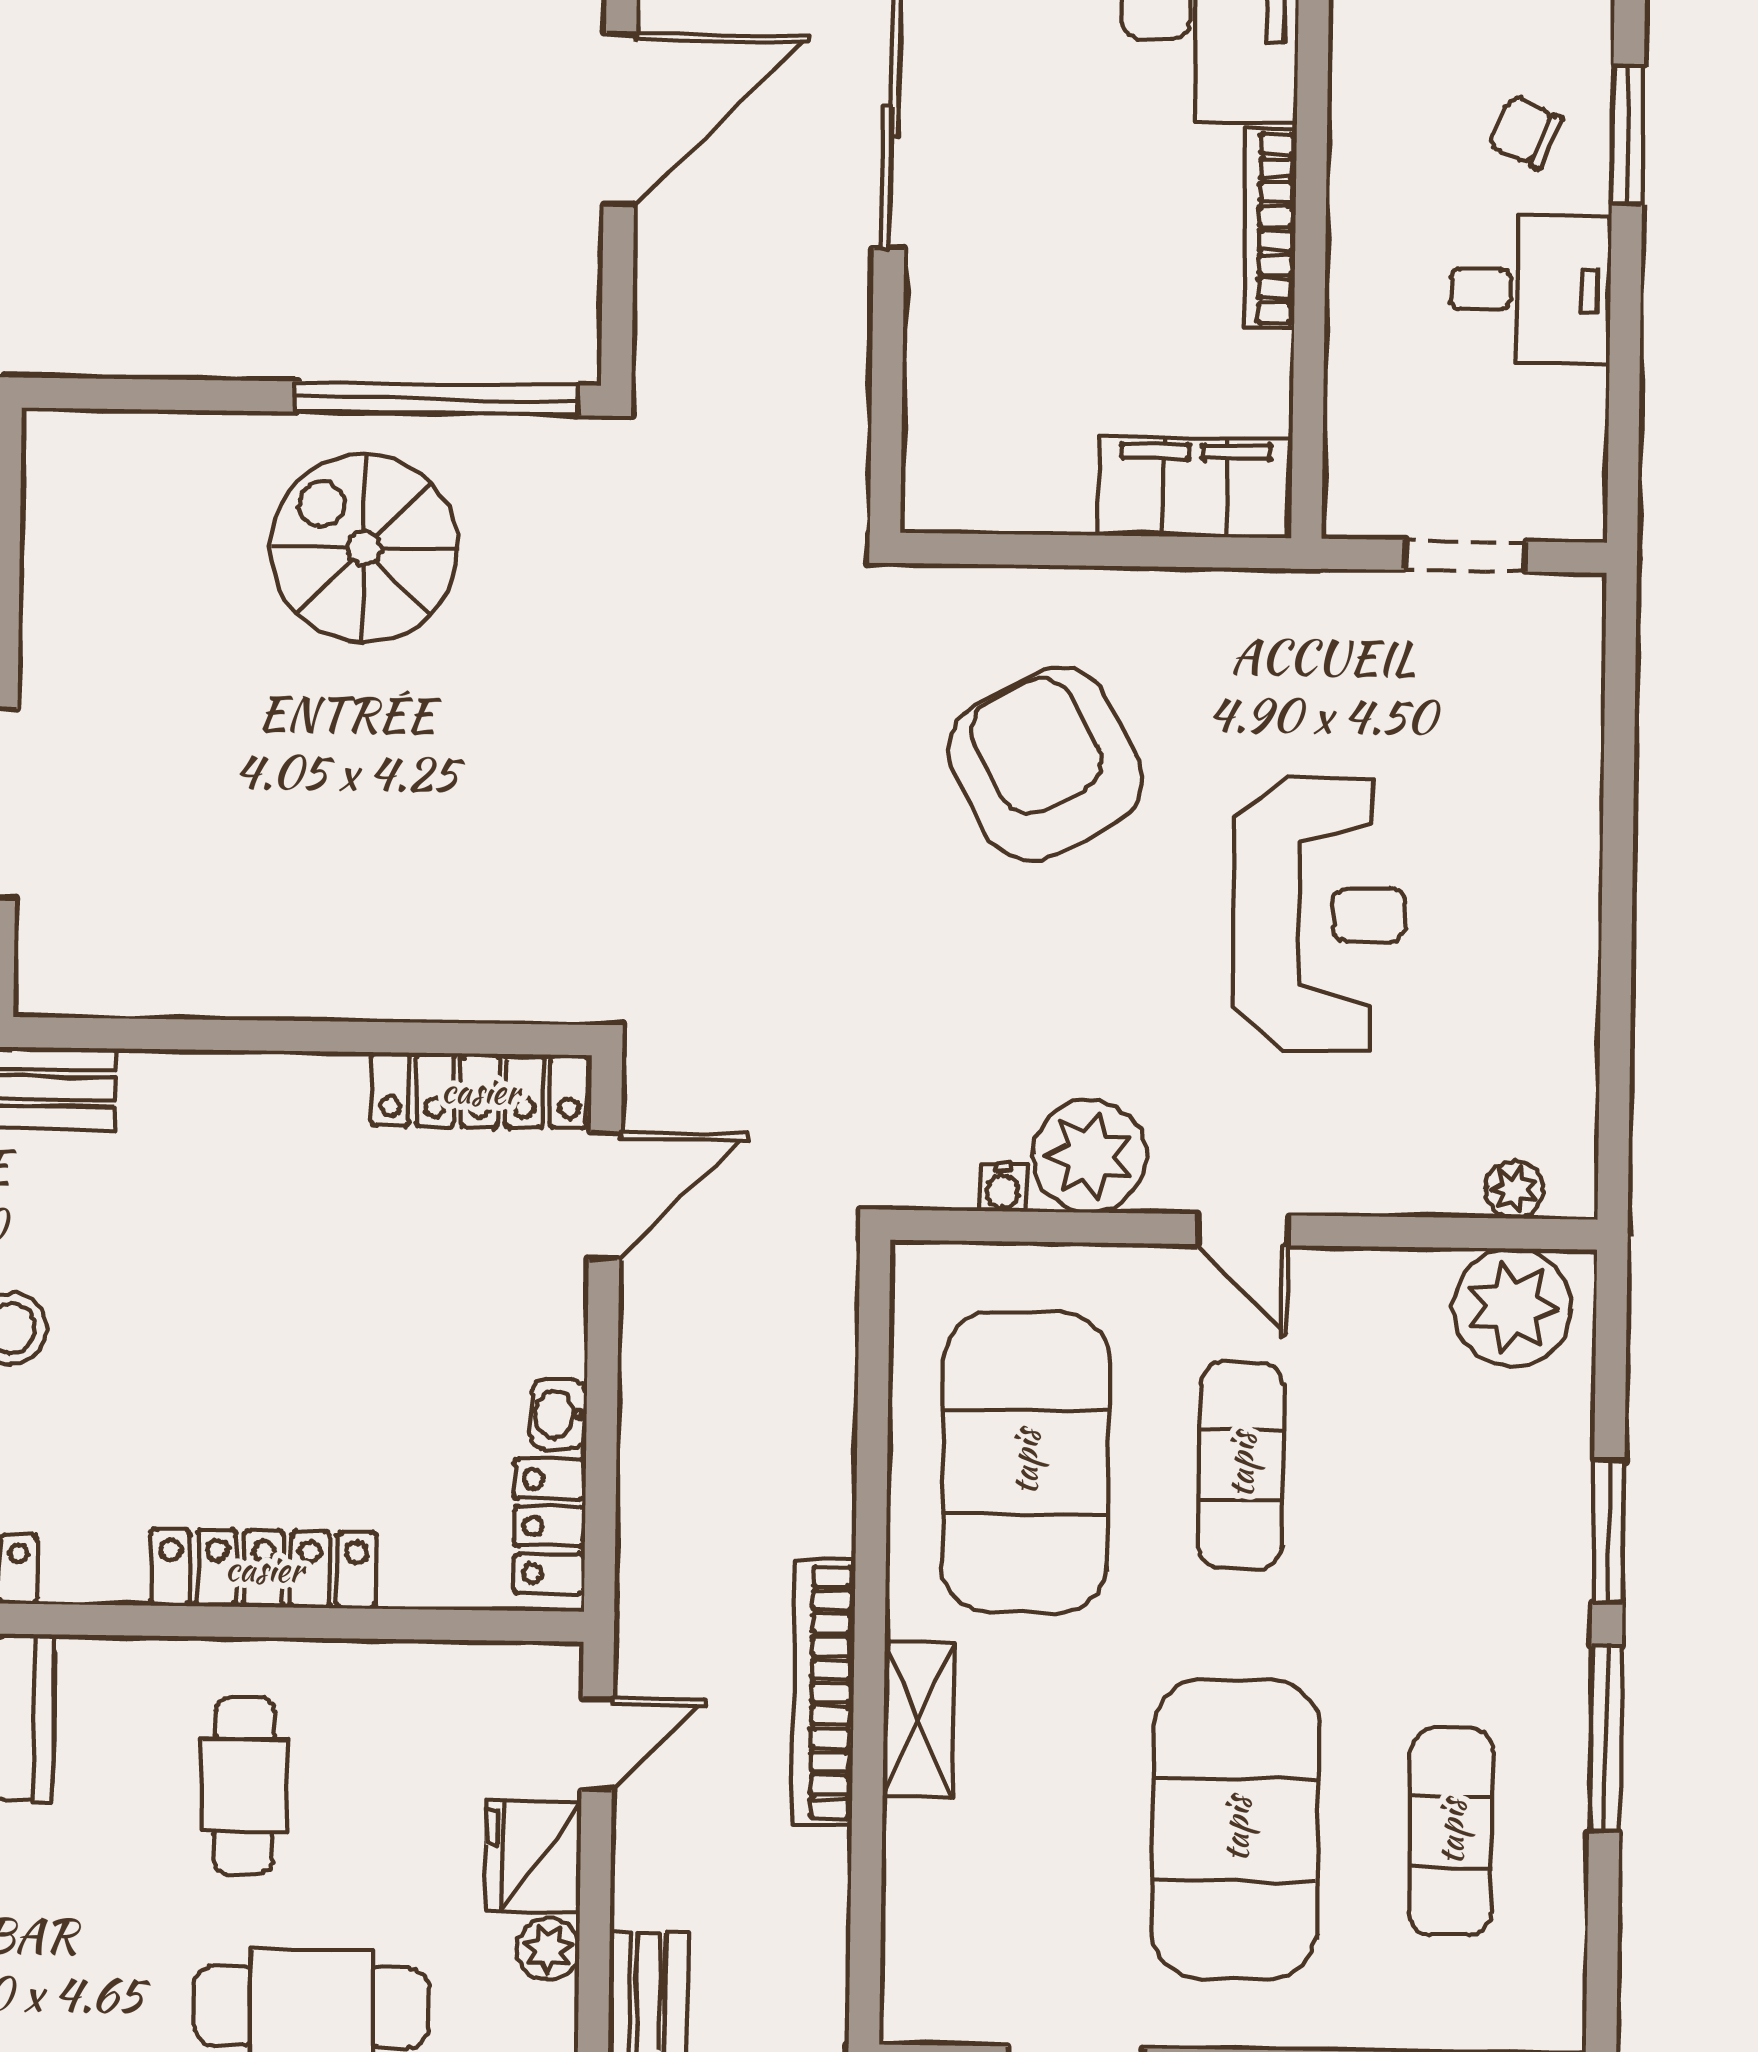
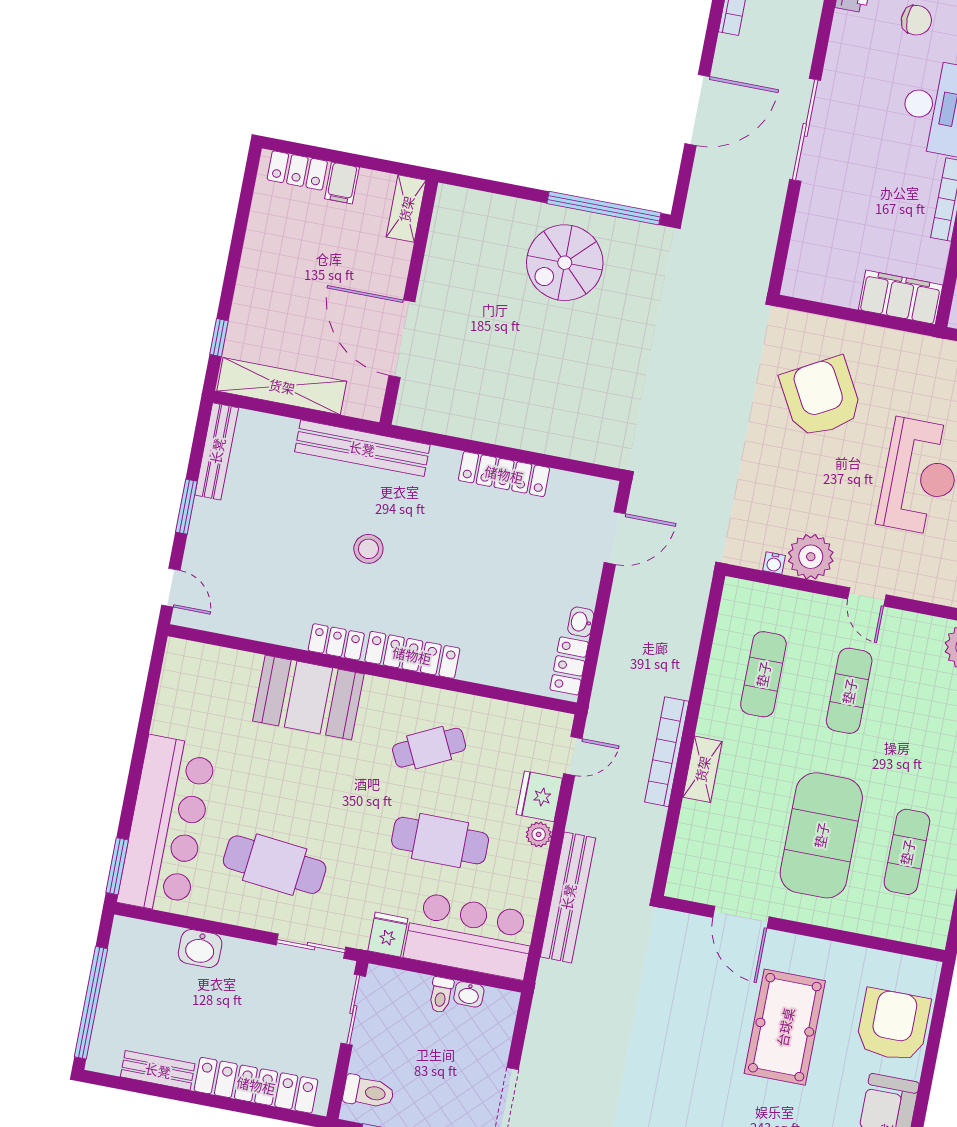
spiral stairs: (364, 548) -> (565, 263), turned -90
locker: (480, 1091) -> (504, 474), moved
exercise mat: (1025, 1462) -> (763, 674), width x0.50, depth x0.69
locker: (264, 1569) -> (412, 655), moved
cafe table: (244, 1786) -> (429, 748), turned 64

